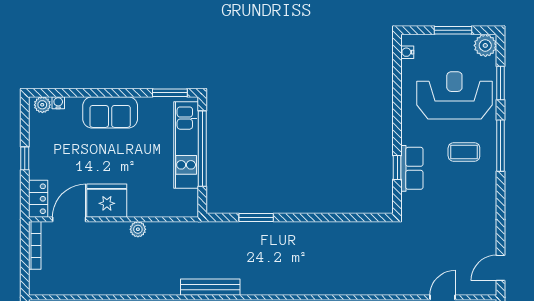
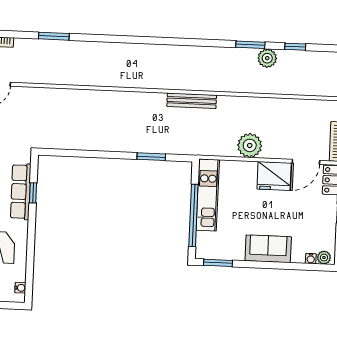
kitchen unit: (186, 145) -> (208, 195), moved
row of seats: (412, 168) -> (21, 192), width x1.48
plant: (138, 229) -> (250, 145), width x1.87, depth x1.87

